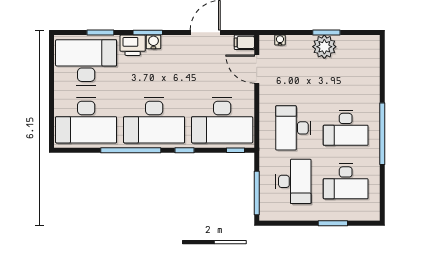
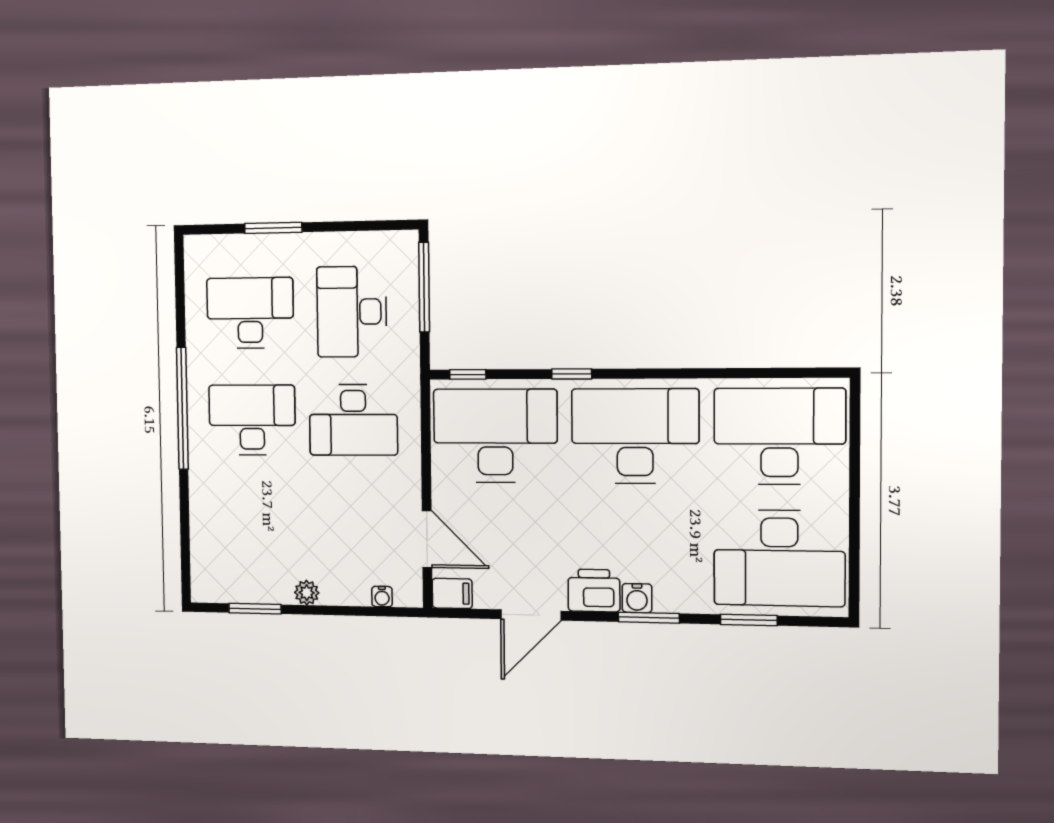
window: (326, 32) -> (255, 609), moved
printer: (133, 45) -> (594, 590), moved
plant: (324, 47) -> (307, 593), width x0.53, depth x0.53
desk: (293, 128) -> (353, 420), turned 90
window: (131, 150) -> (684, 373), removed

